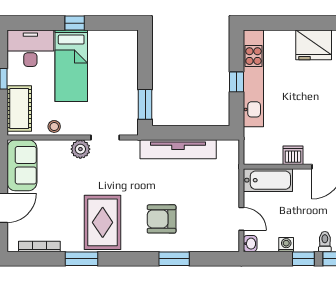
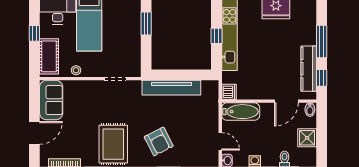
window: (145, 104) -> (146, 23), moved
plant: (80, 149) -> (96, 88), removed
dishwasher: (293, 155) -> (229, 92), moved, turned 90
armchair: (162, 219) -> (159, 141), turned -117

